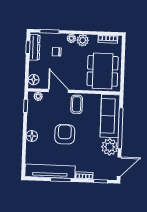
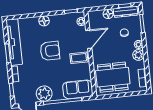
floor lamp: (34, 80) -> (108, 14), moved
sofa: (110, 116) -> (78, 89), width x0.73

